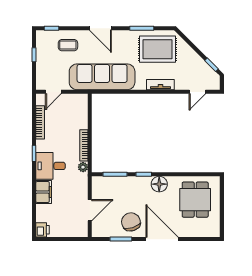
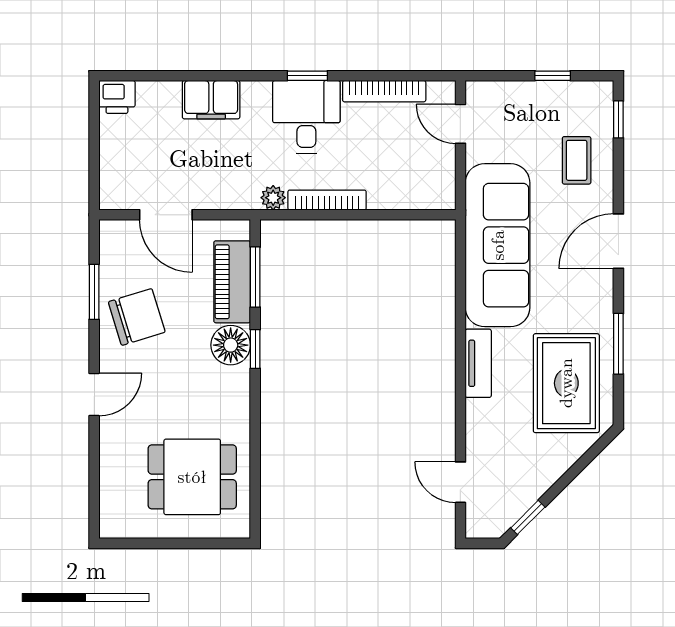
tv unit: (160, 85) -> (478, 363), moved
desk: (50, 166) -> (306, 117), moved
piano: (117, 184) -> (232, 282), added
floor lamp: (159, 184) -> (231, 345), moved
door: (162, 239) -> (94, 395), width x0.53

